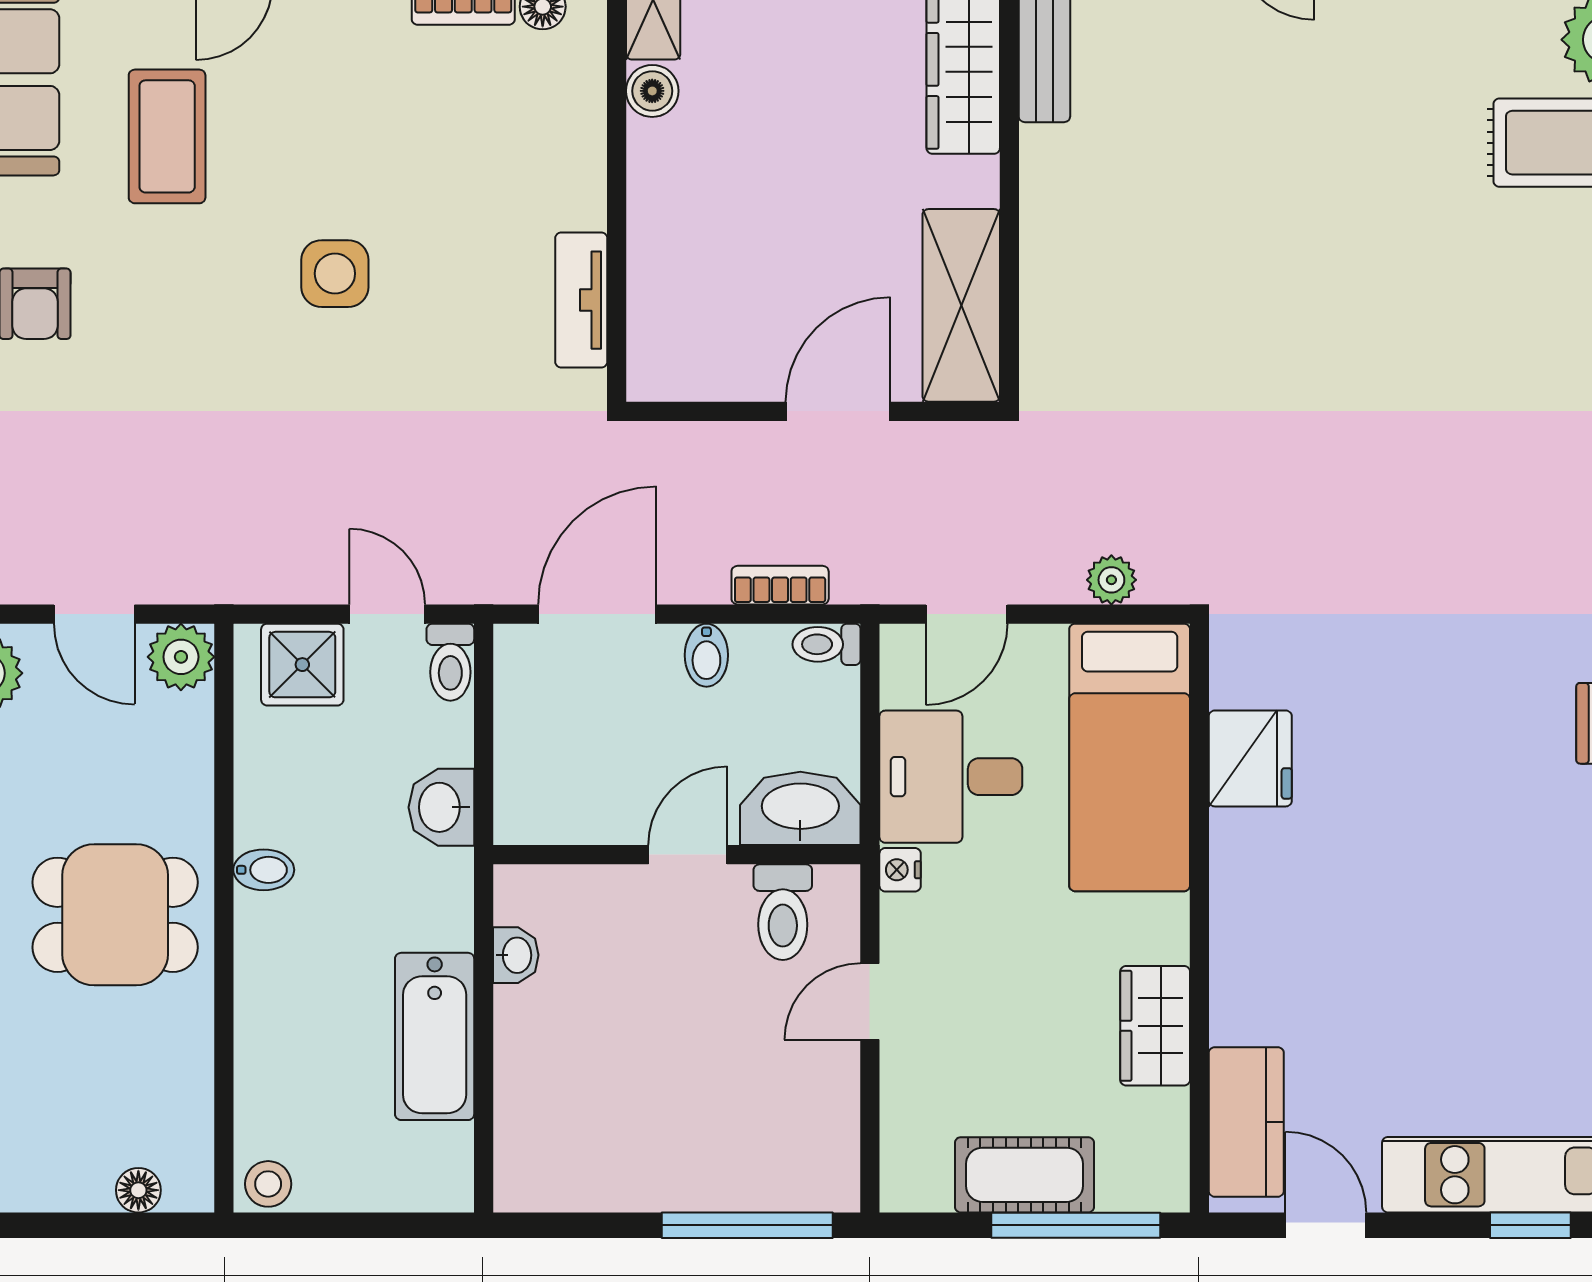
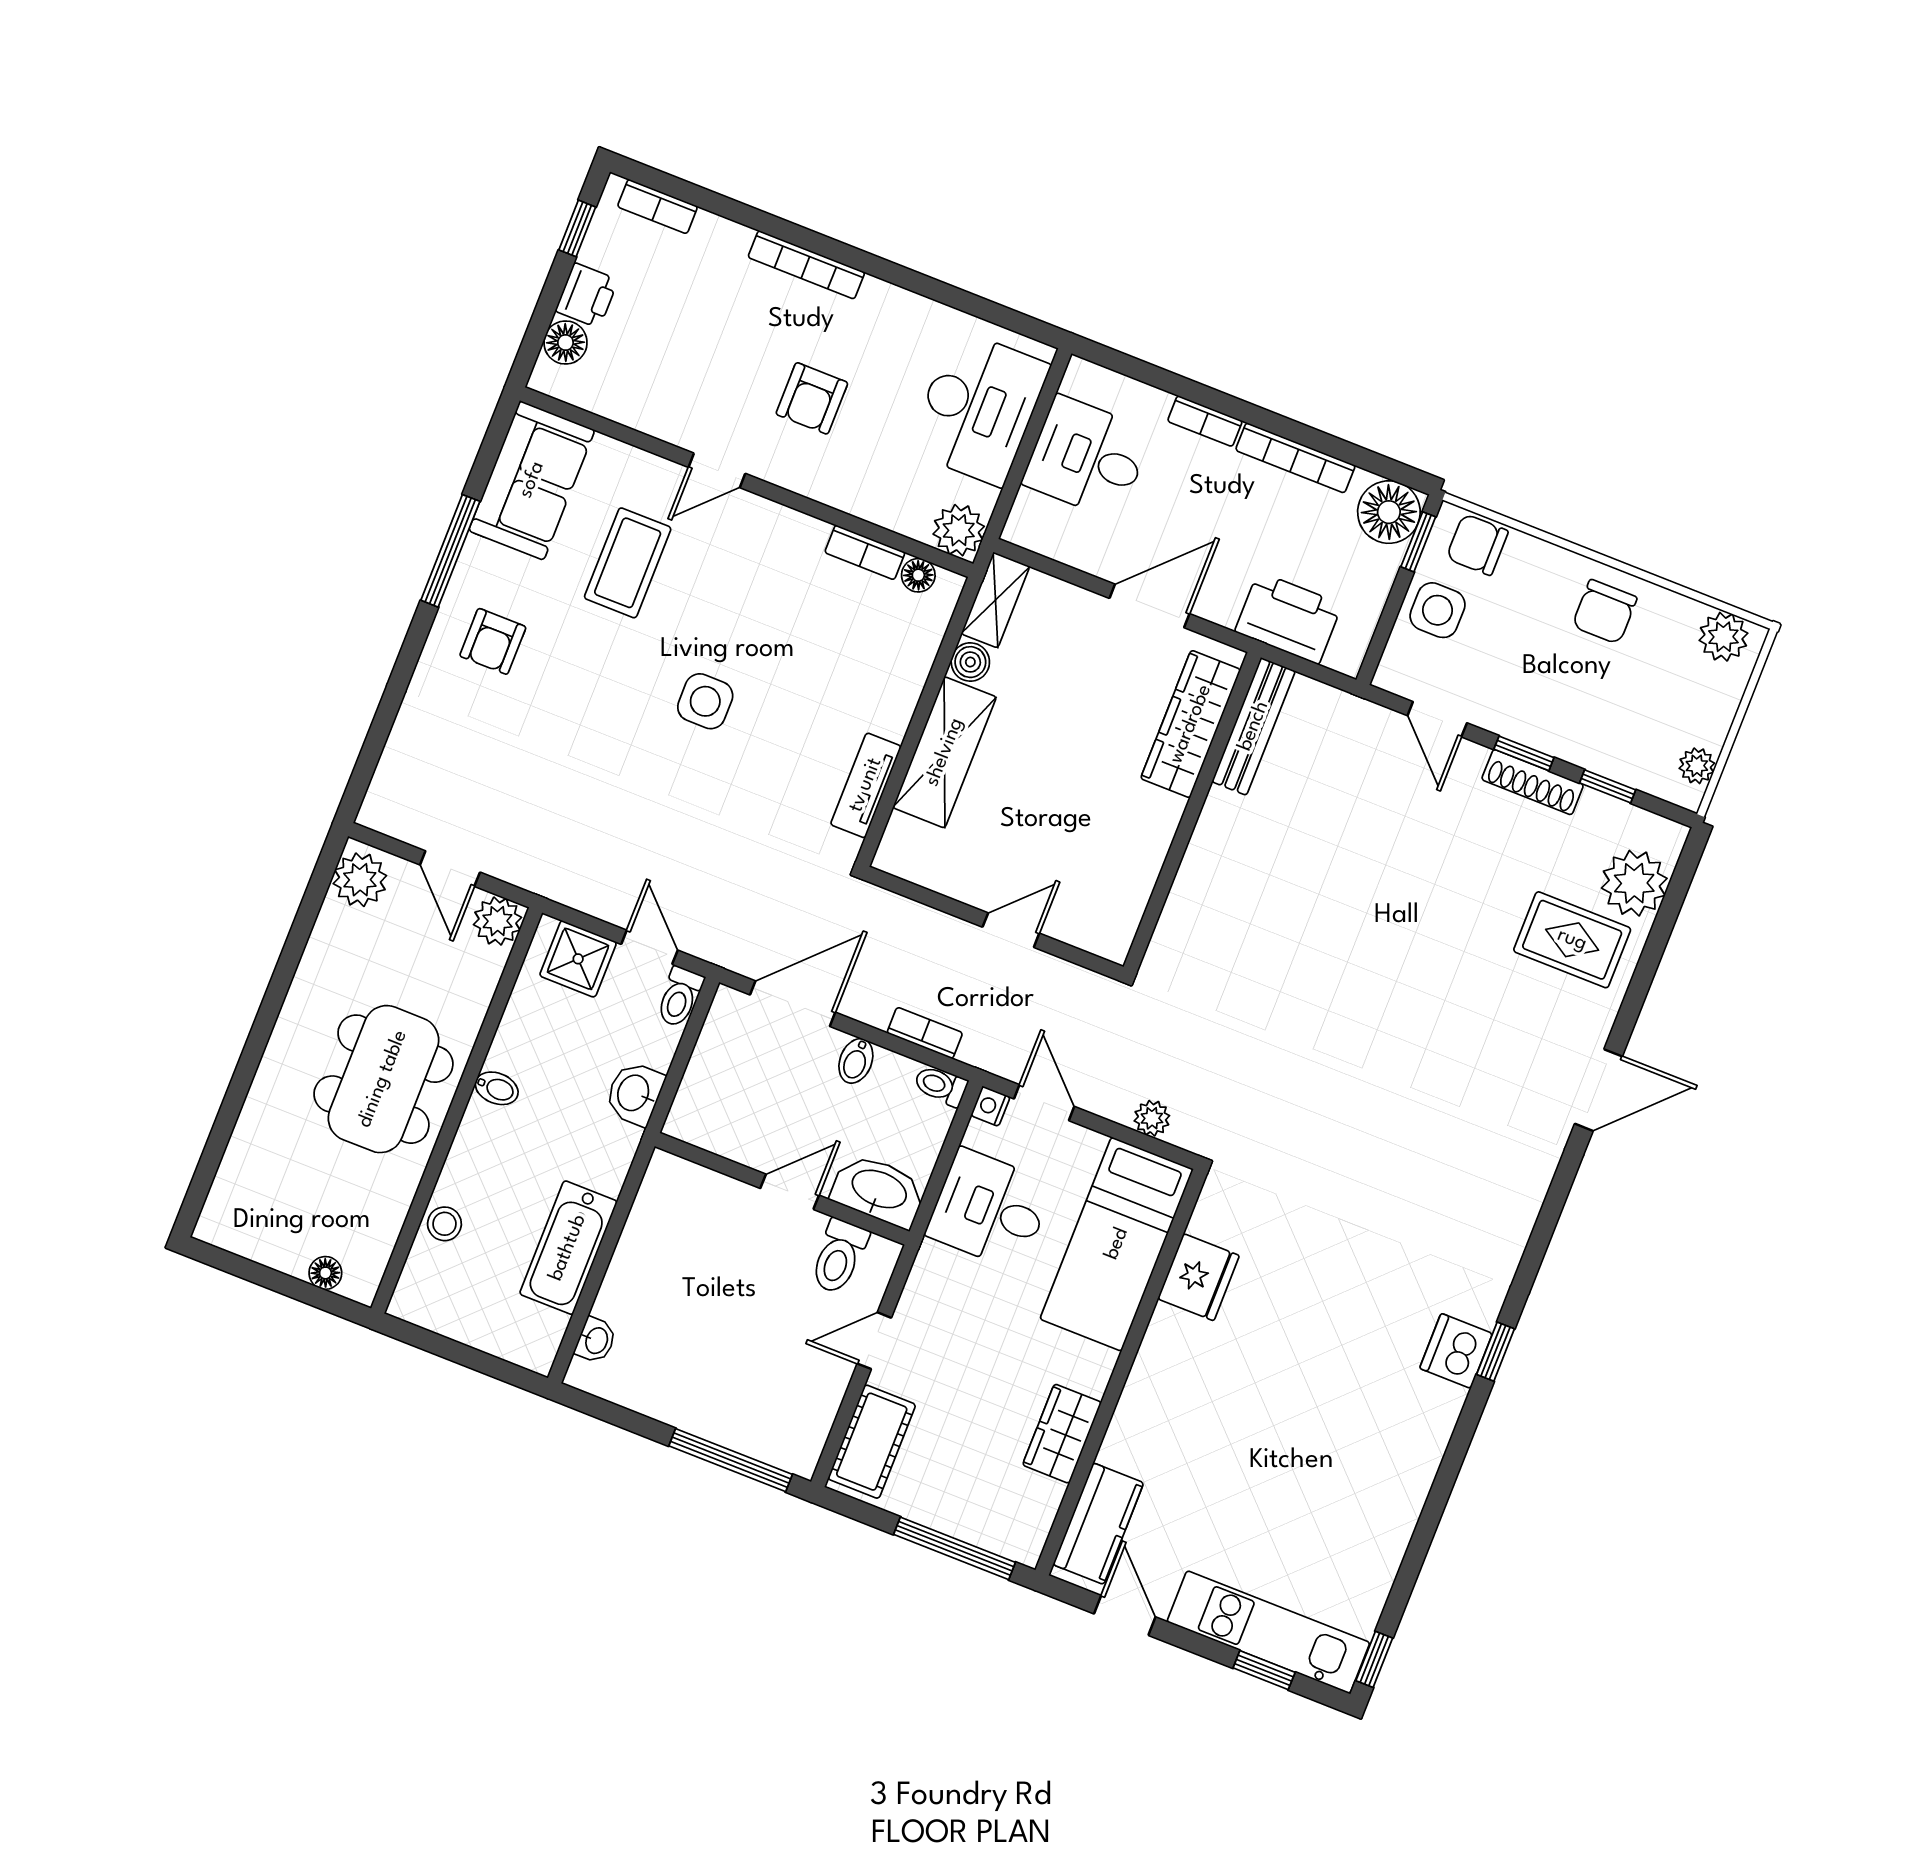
shelving: (961, 305) -> (945, 752), moved
door: (838, 411) -> (1011, 930), width x0.73
door: (967, 614) -> (1044, 1103), swing flipped
nightstand: (900, 870) -> (990, 1106), moved
dining table: (115, 915) -> (383, 1079), width x1.38
washbasin: (516, 955) -> (596, 1340), moved
cot: (1024, 1175) -> (872, 1442), moved, turned 90
stool: (268, 1184) -> (444, 1224), moved

